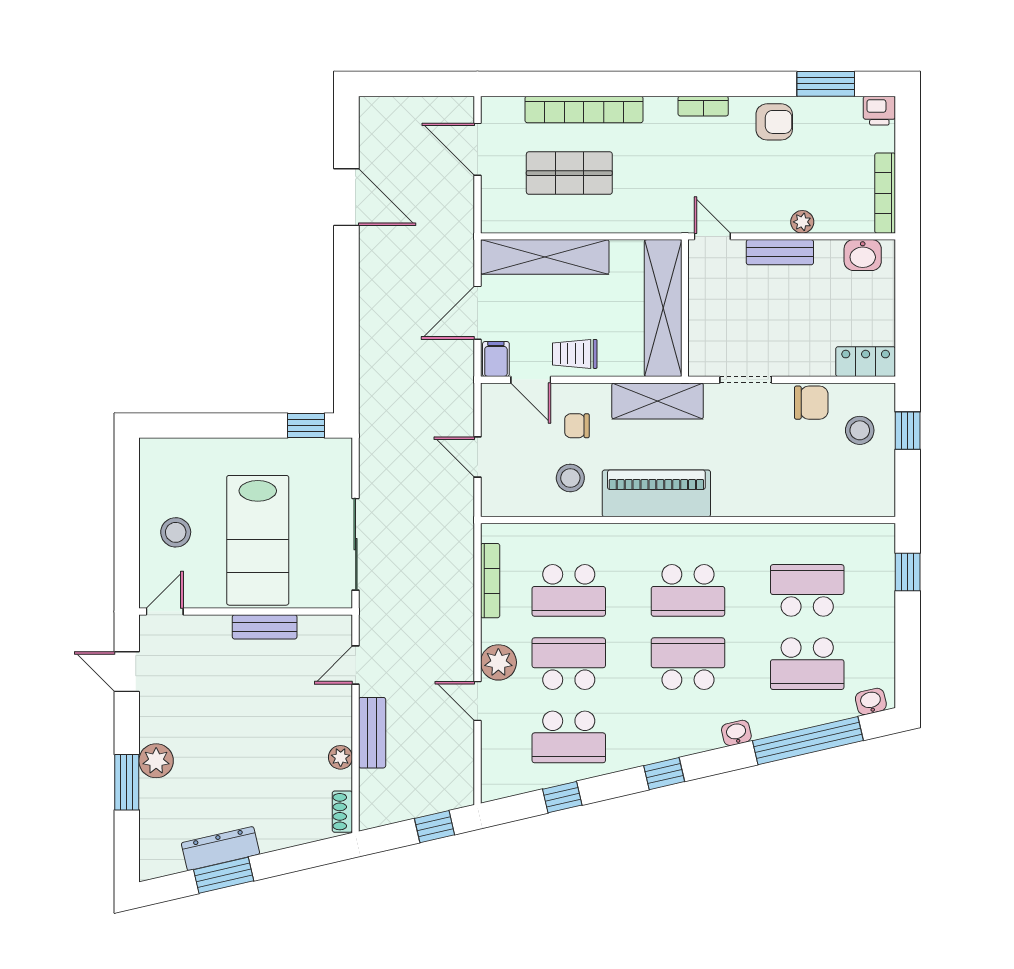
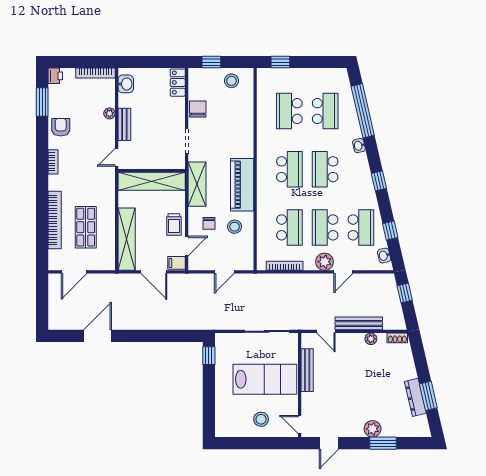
stool: (860, 430) -> (231, 81), moved
bench: (265, 627) -> (307, 370), width x1.36
washbasin: (871, 701) -> (384, 256), moved
bench: (372, 733) -> (359, 323), width x1.36

